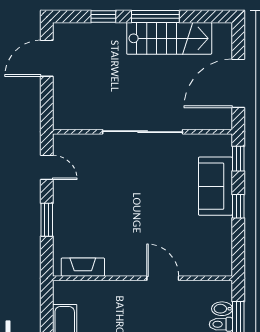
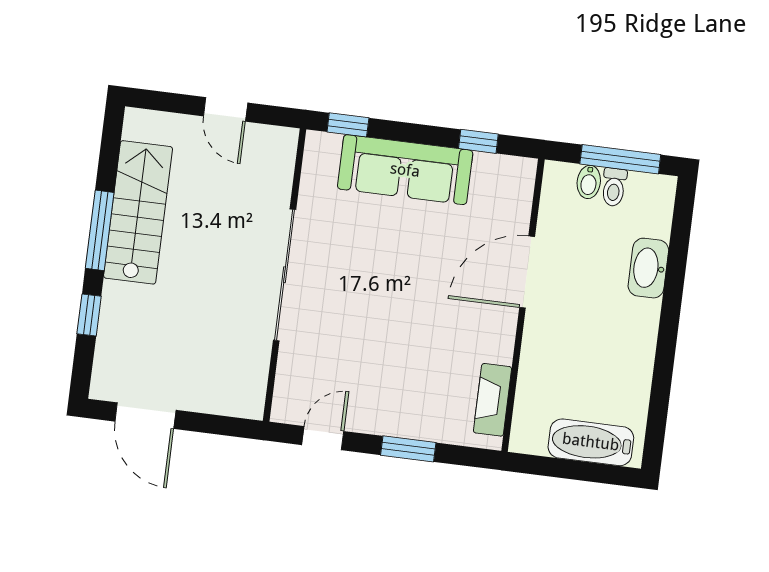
door: (238, 83) -> (226, 109), width x0.53
sofa: (215, 186) -> (405, 170), width x1.36
window: (238, 206) -> (478, 141), moved
door: (163, 278) -> (527, 272), width x1.36

